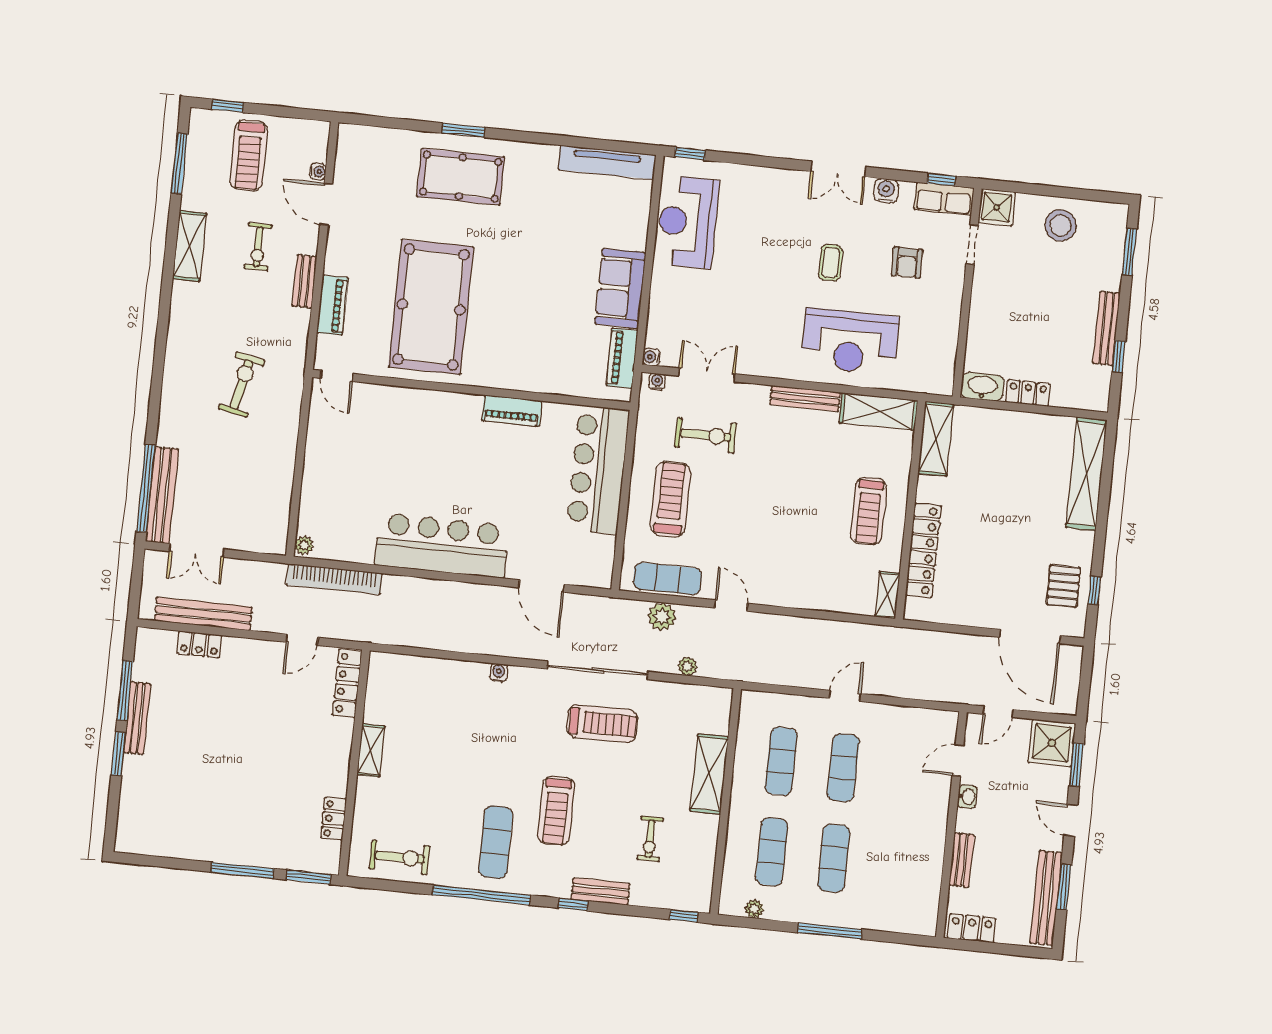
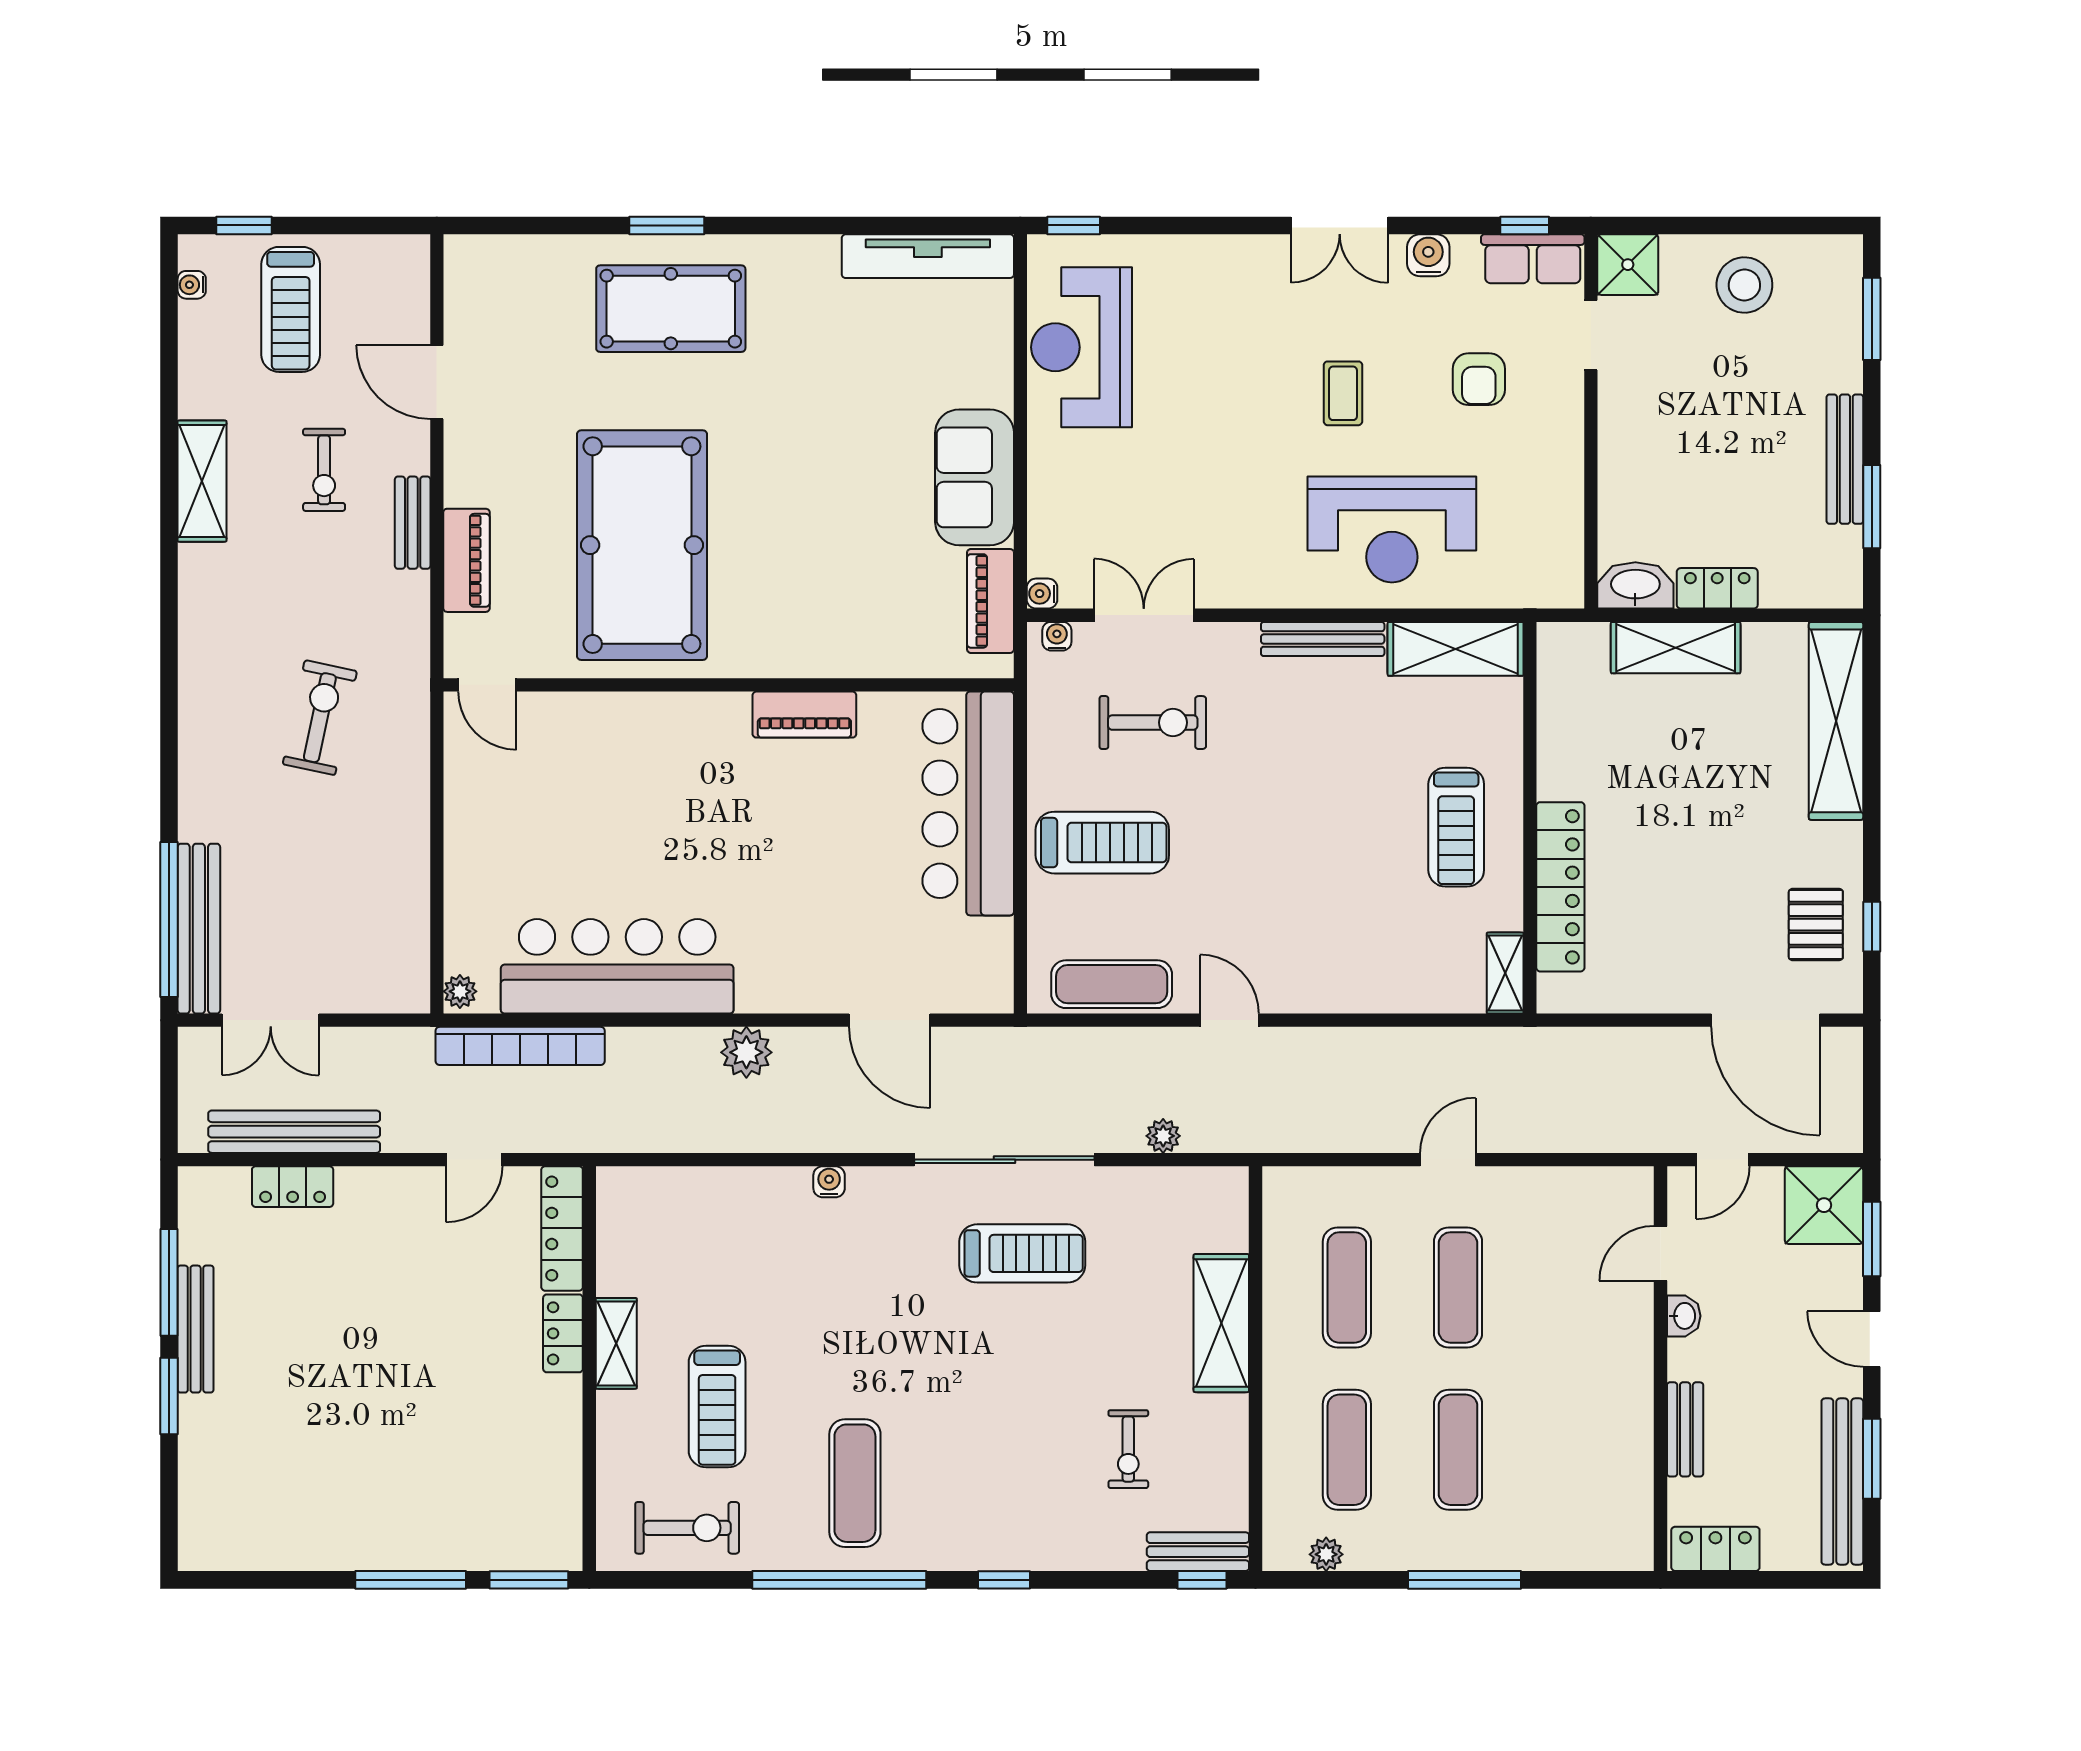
window: (179, 164) -> (169, 337), removed
water cooler: (318, 171) -> (192, 285), moved, turned 180
window: (1119, 356) -> (1872, 507), width x1.50
shelving: (936, 439) -> (1676, 648), moved, turned 90
treadmill: (671, 499) -> (1102, 843), turned 90
bar counter: (442, 545) -> (617, 966), moved
plant: (662, 616) -> (746, 1052), moved
treadmill: (556, 811) -> (717, 1406), moved
locker: (334, 819) -> (563, 1333), moved
bench: (600, 891) -> (1198, 1552), moved

